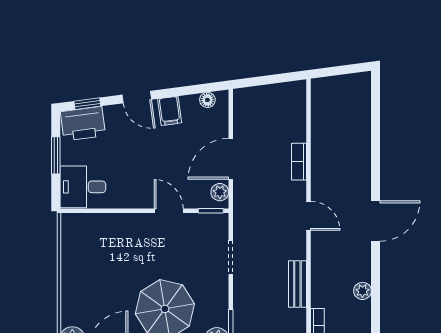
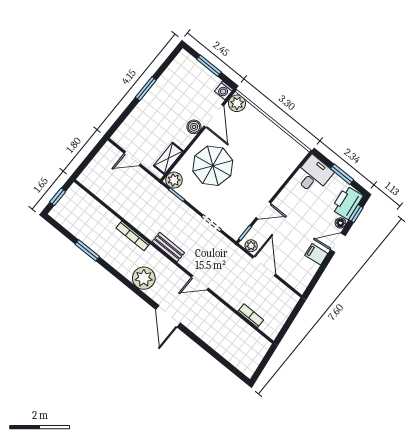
floor lamp: (207, 100) -> (340, 223), moved
bookcase: (299, 162) -> (251, 316), moved
plant: (362, 291) -> (144, 278), width x1.88, depth x1.88

